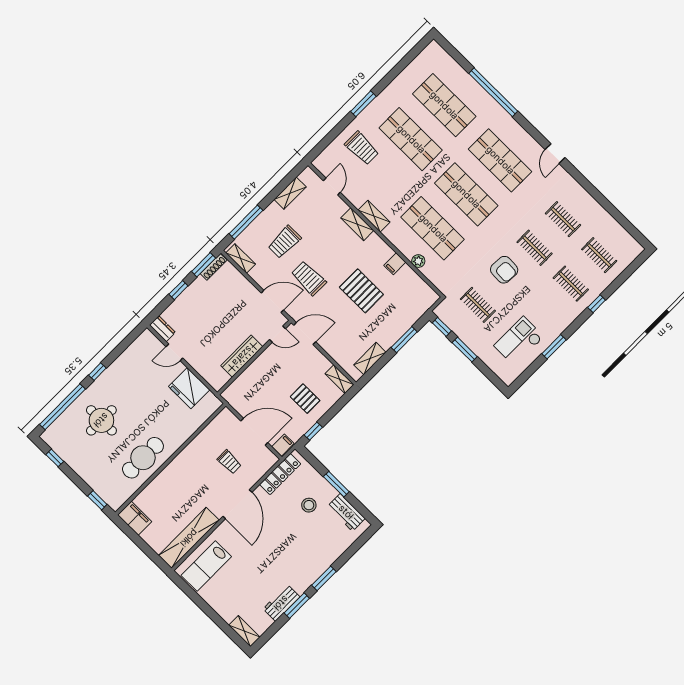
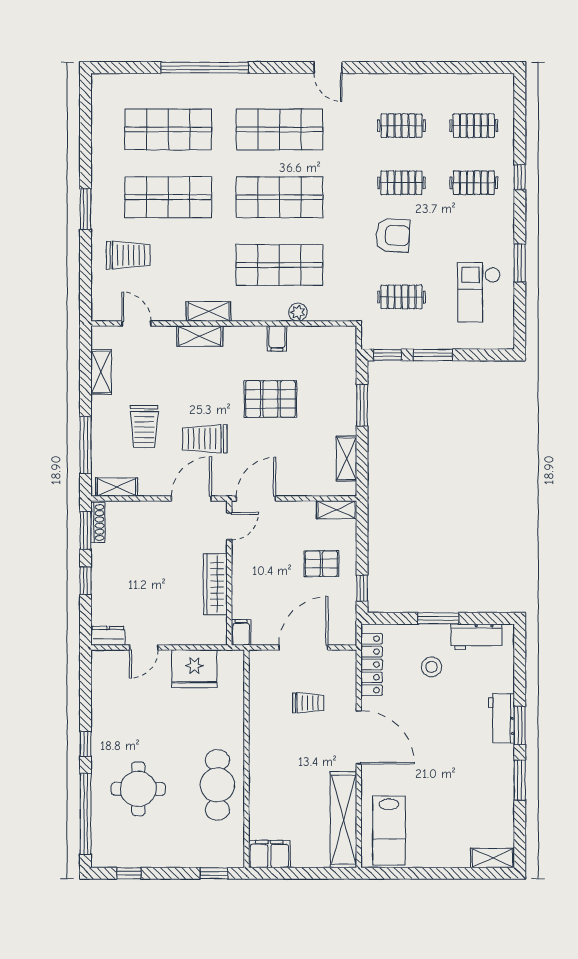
filing cabinet: (283, 445) -> (241, 632), moved
workbench: (281, 603) -> (502, 718), moved

